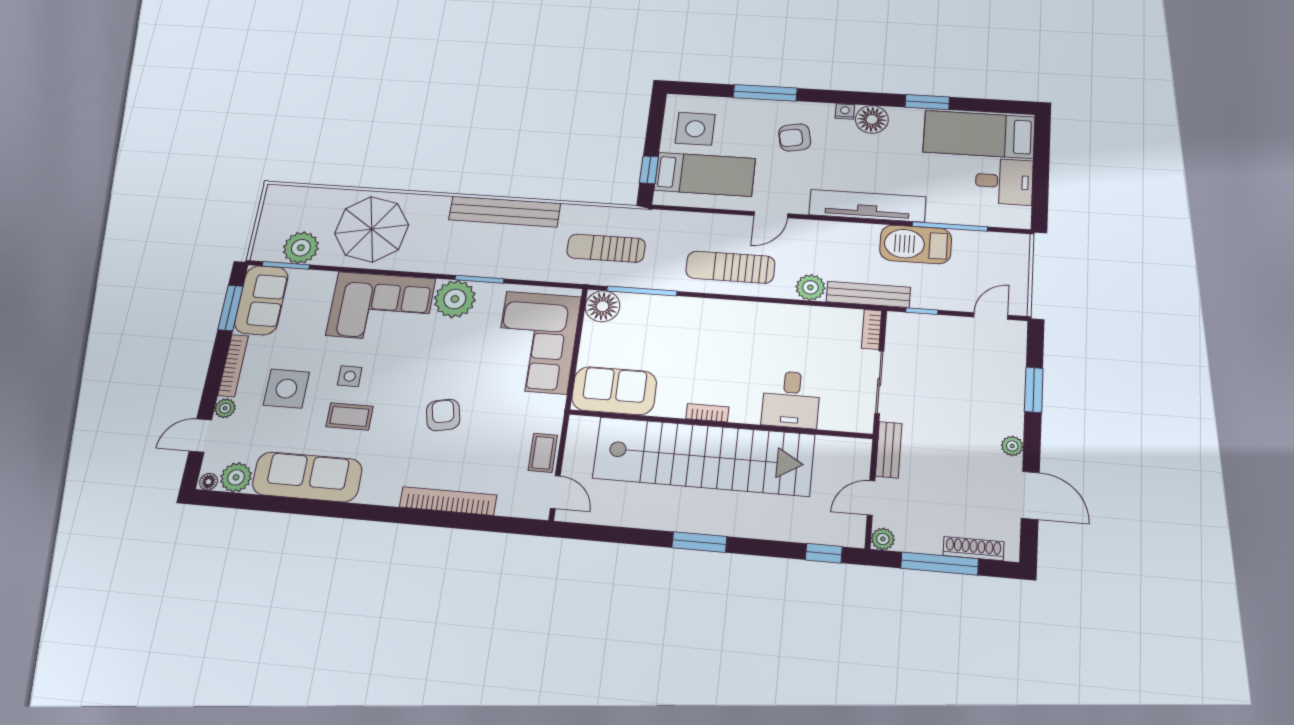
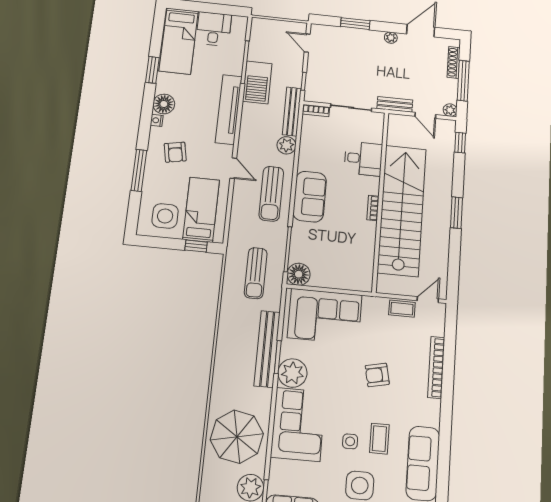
bench: (505, 212) -> (267, 349), moved
sofa: (614, 391) -> (310, 197), moved, turned 180

